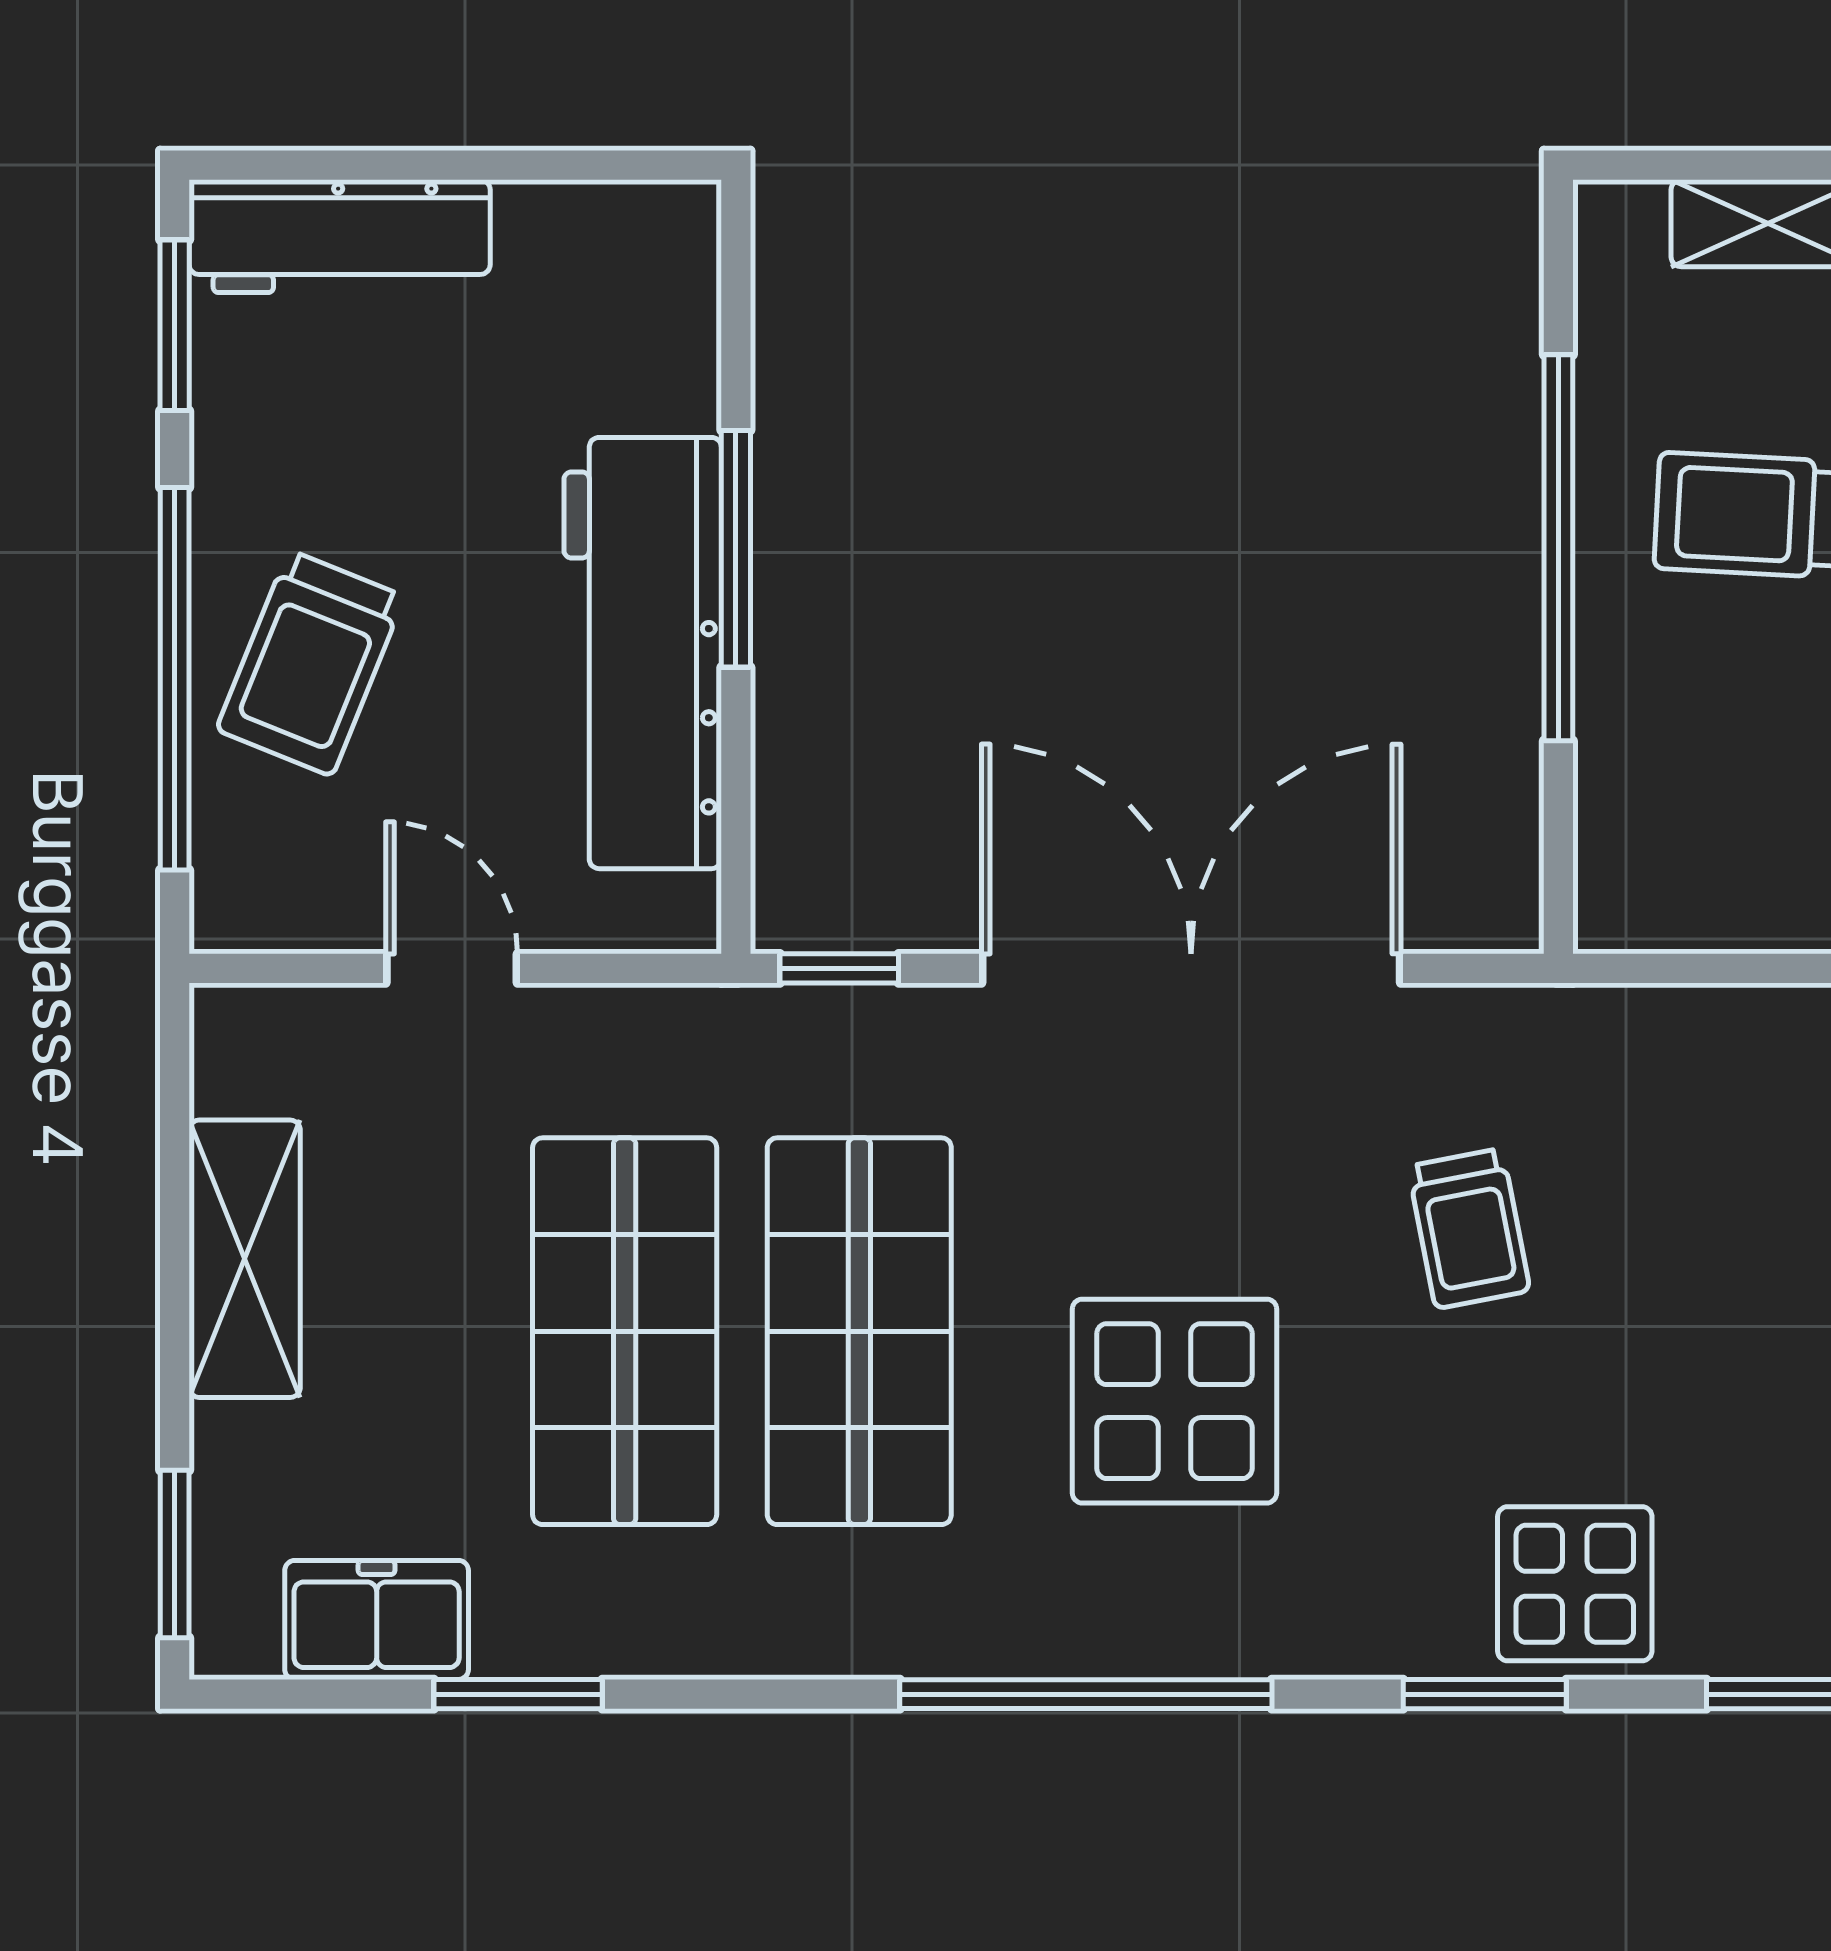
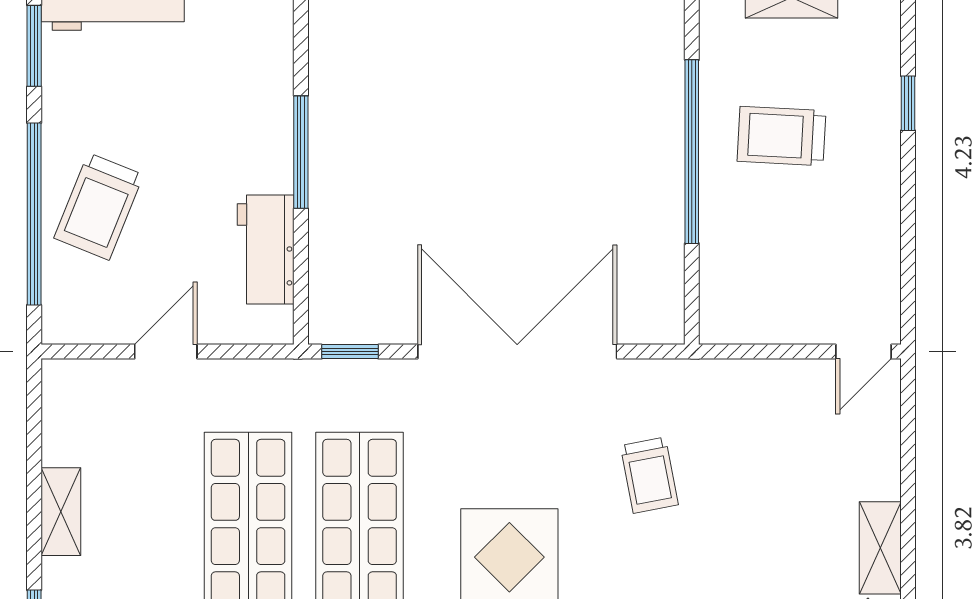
workbench: (643, 653) -> (266, 250), width x0.53, depth x0.76
door: (452, 968) -> (166, 352), hinge flipped
shelving: (245, 1259) -> (61, 512), width x0.67, depth x0.75

